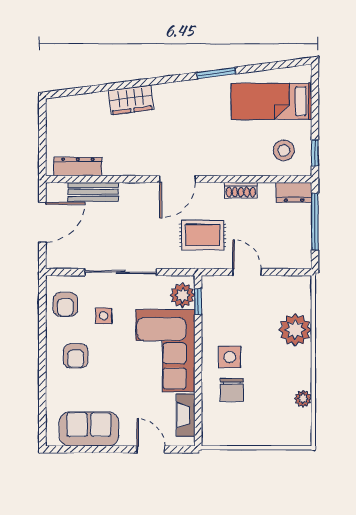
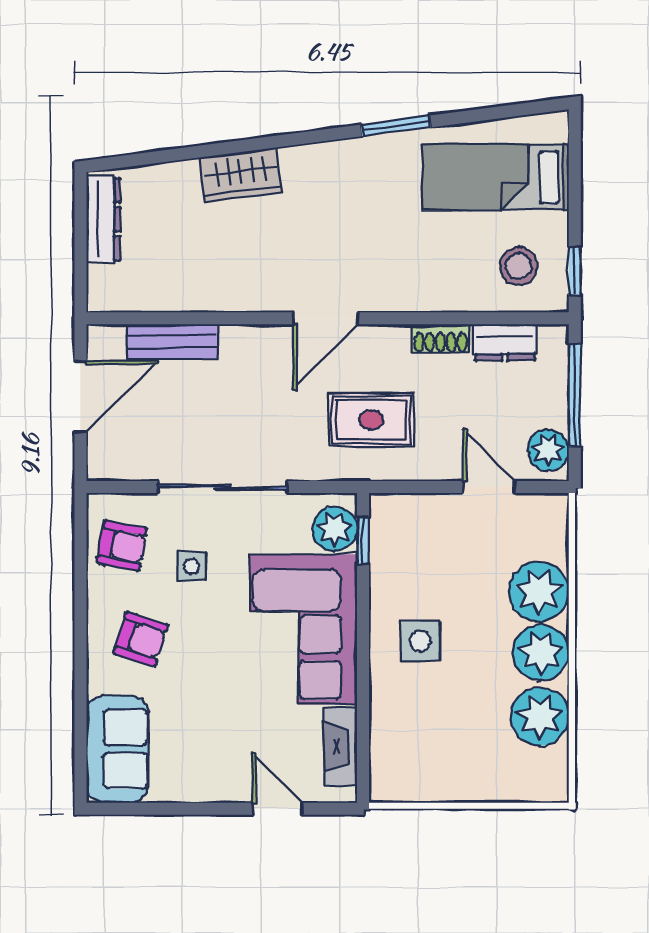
dresser: (78, 167) -> (103, 219), moved, turned 90
dresser: (294, 192) -> (505, 342), moved
plant: (300, 252) -> (548, 450), added
door: (247, 272) -> (489, 487), moved
armchair: (65, 304) -> (122, 546), turned -79
armchair: (76, 356) -> (141, 639), turned -72
plant: (296, 363) -> (541, 653), added
chair: (232, 390) -> (424, 701), removed
plant: (303, 399) -> (540, 717), width x1.88, depth x1.88
sofa: (89, 429) -> (117, 749), moved, turned 90

